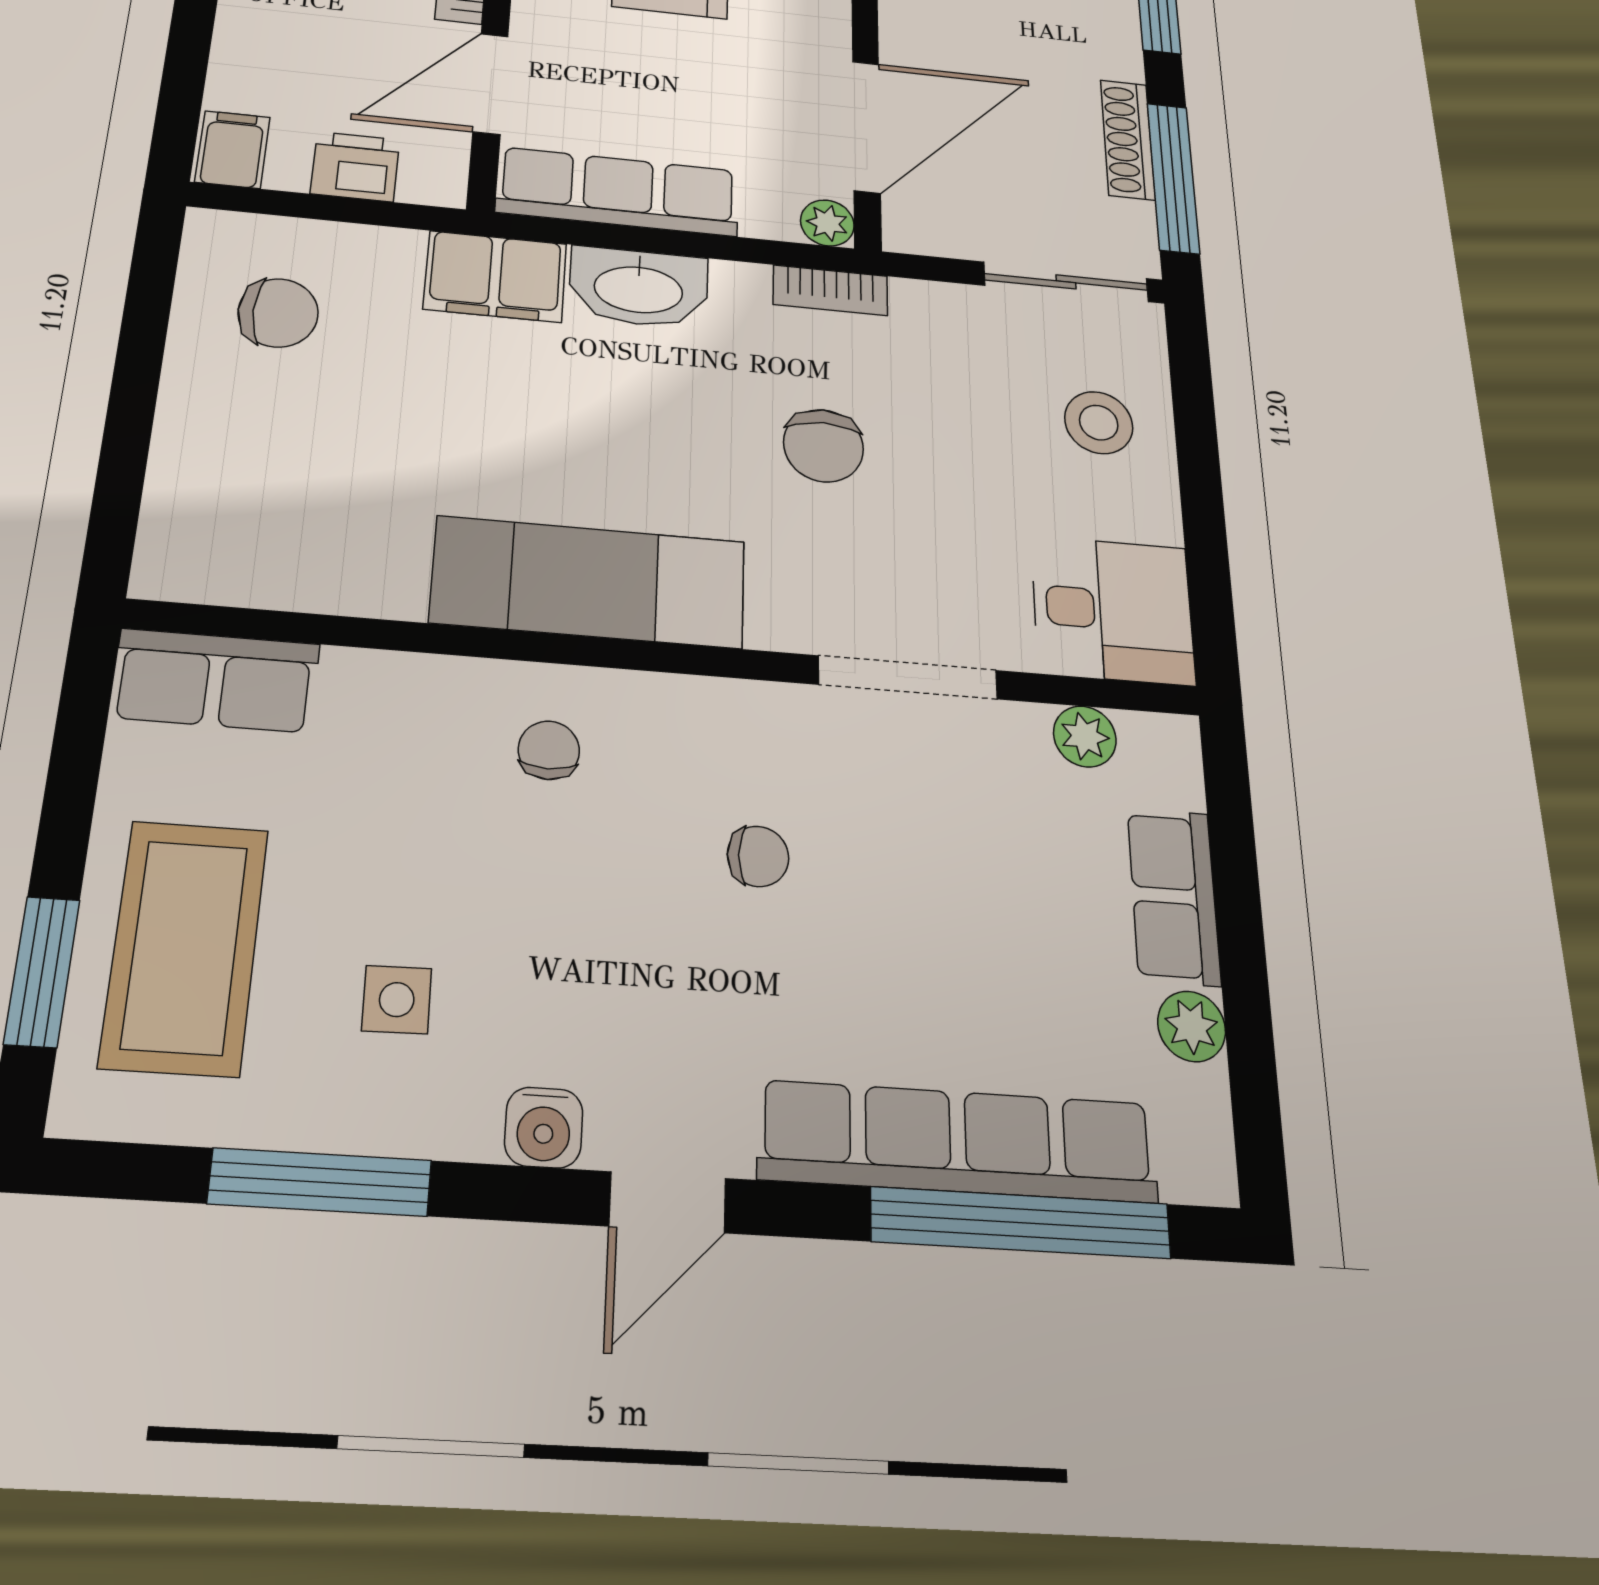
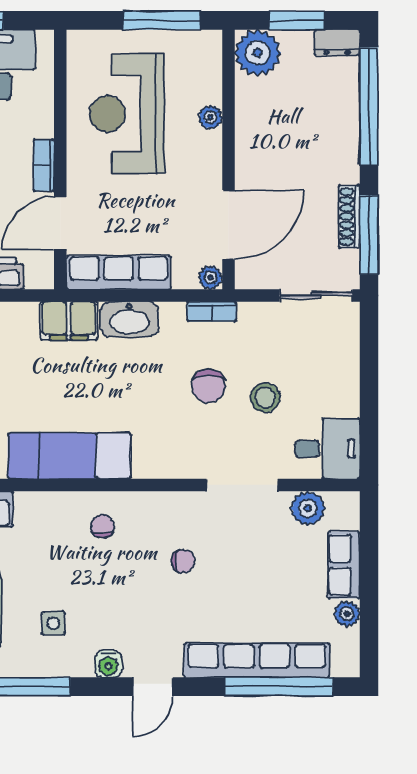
stool: (1099, 423) -> (265, 398), moved
exam couch: (589, 582) -> (69, 456), moved
plant: (1085, 736) -> (308, 508), width x1.38, depth x1.38

